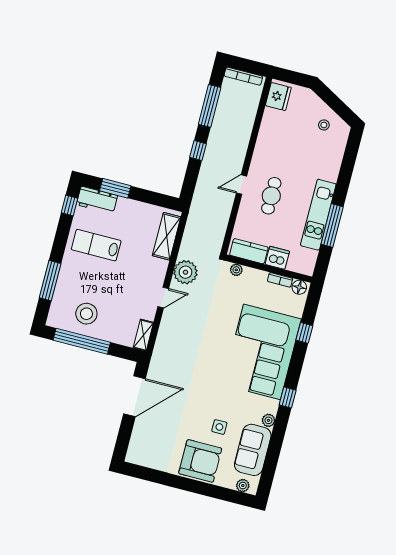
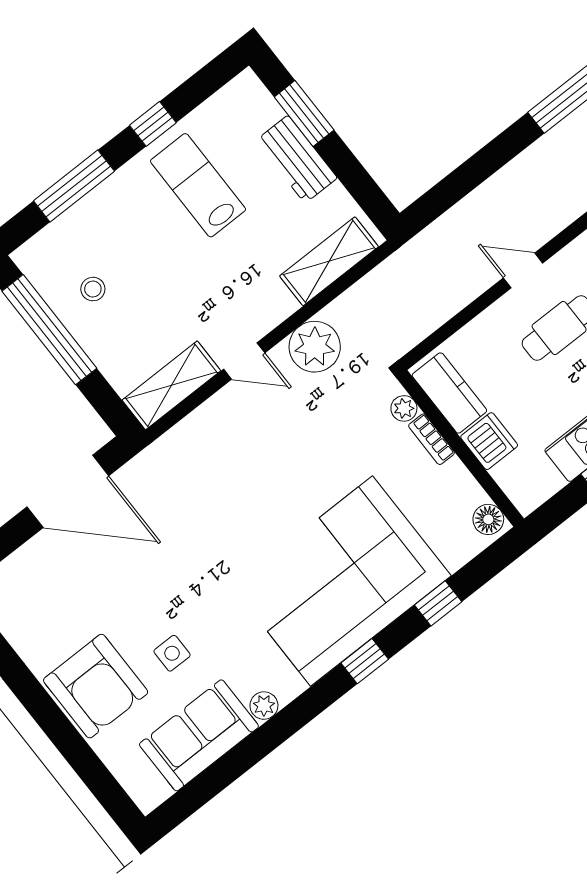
window: (198, 151) -> (493, 156), removed
workbench: (97, 200) -> (296, 159), moved
window: (70, 206) -> (153, 124), moved
bookcase: (280, 280) -> (432, 439), moved
stool: (86, 314) -> (93, 289), width x0.53, depth x0.53
shelving: (143, 335) -> (171, 385), width x1.50, depth x1.33
window: (288, 397) -> (365, 661), moved
plant: (243, 486) -> (136, 783), removed

